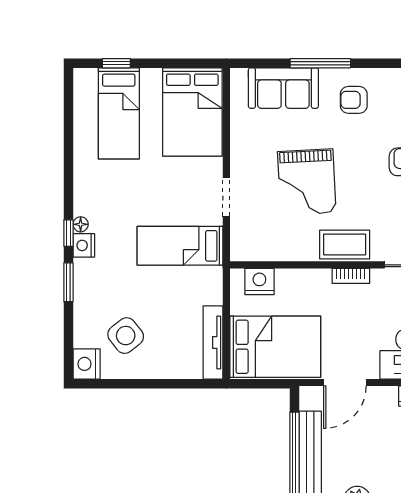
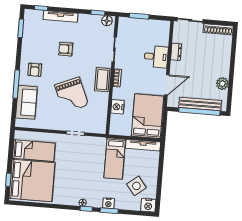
bed: (192, 112) -> (34, 151), width x0.67
bed: (119, 113) -> (32, 181), width x2.04
grand piano: (307, 182) -> (71, 95), turned 70
nightstand: (84, 245) -> (108, 203), moved
bed: (180, 246) -> (115, 158), moved
nightstand: (259, 282) -> (117, 107), moved
door: (345, 383) -> (167, 85), hinge flipped

